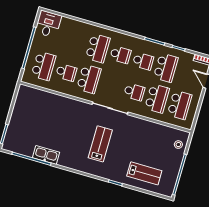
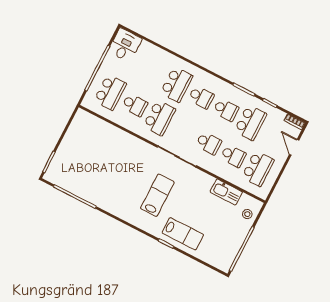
school desk: (157, 98) -> (233, 156), width x0.54
kitchen sink: (46, 155) -> (226, 192), moved, turned 180
lab bench: (144, 173) -> (183, 234), moved

